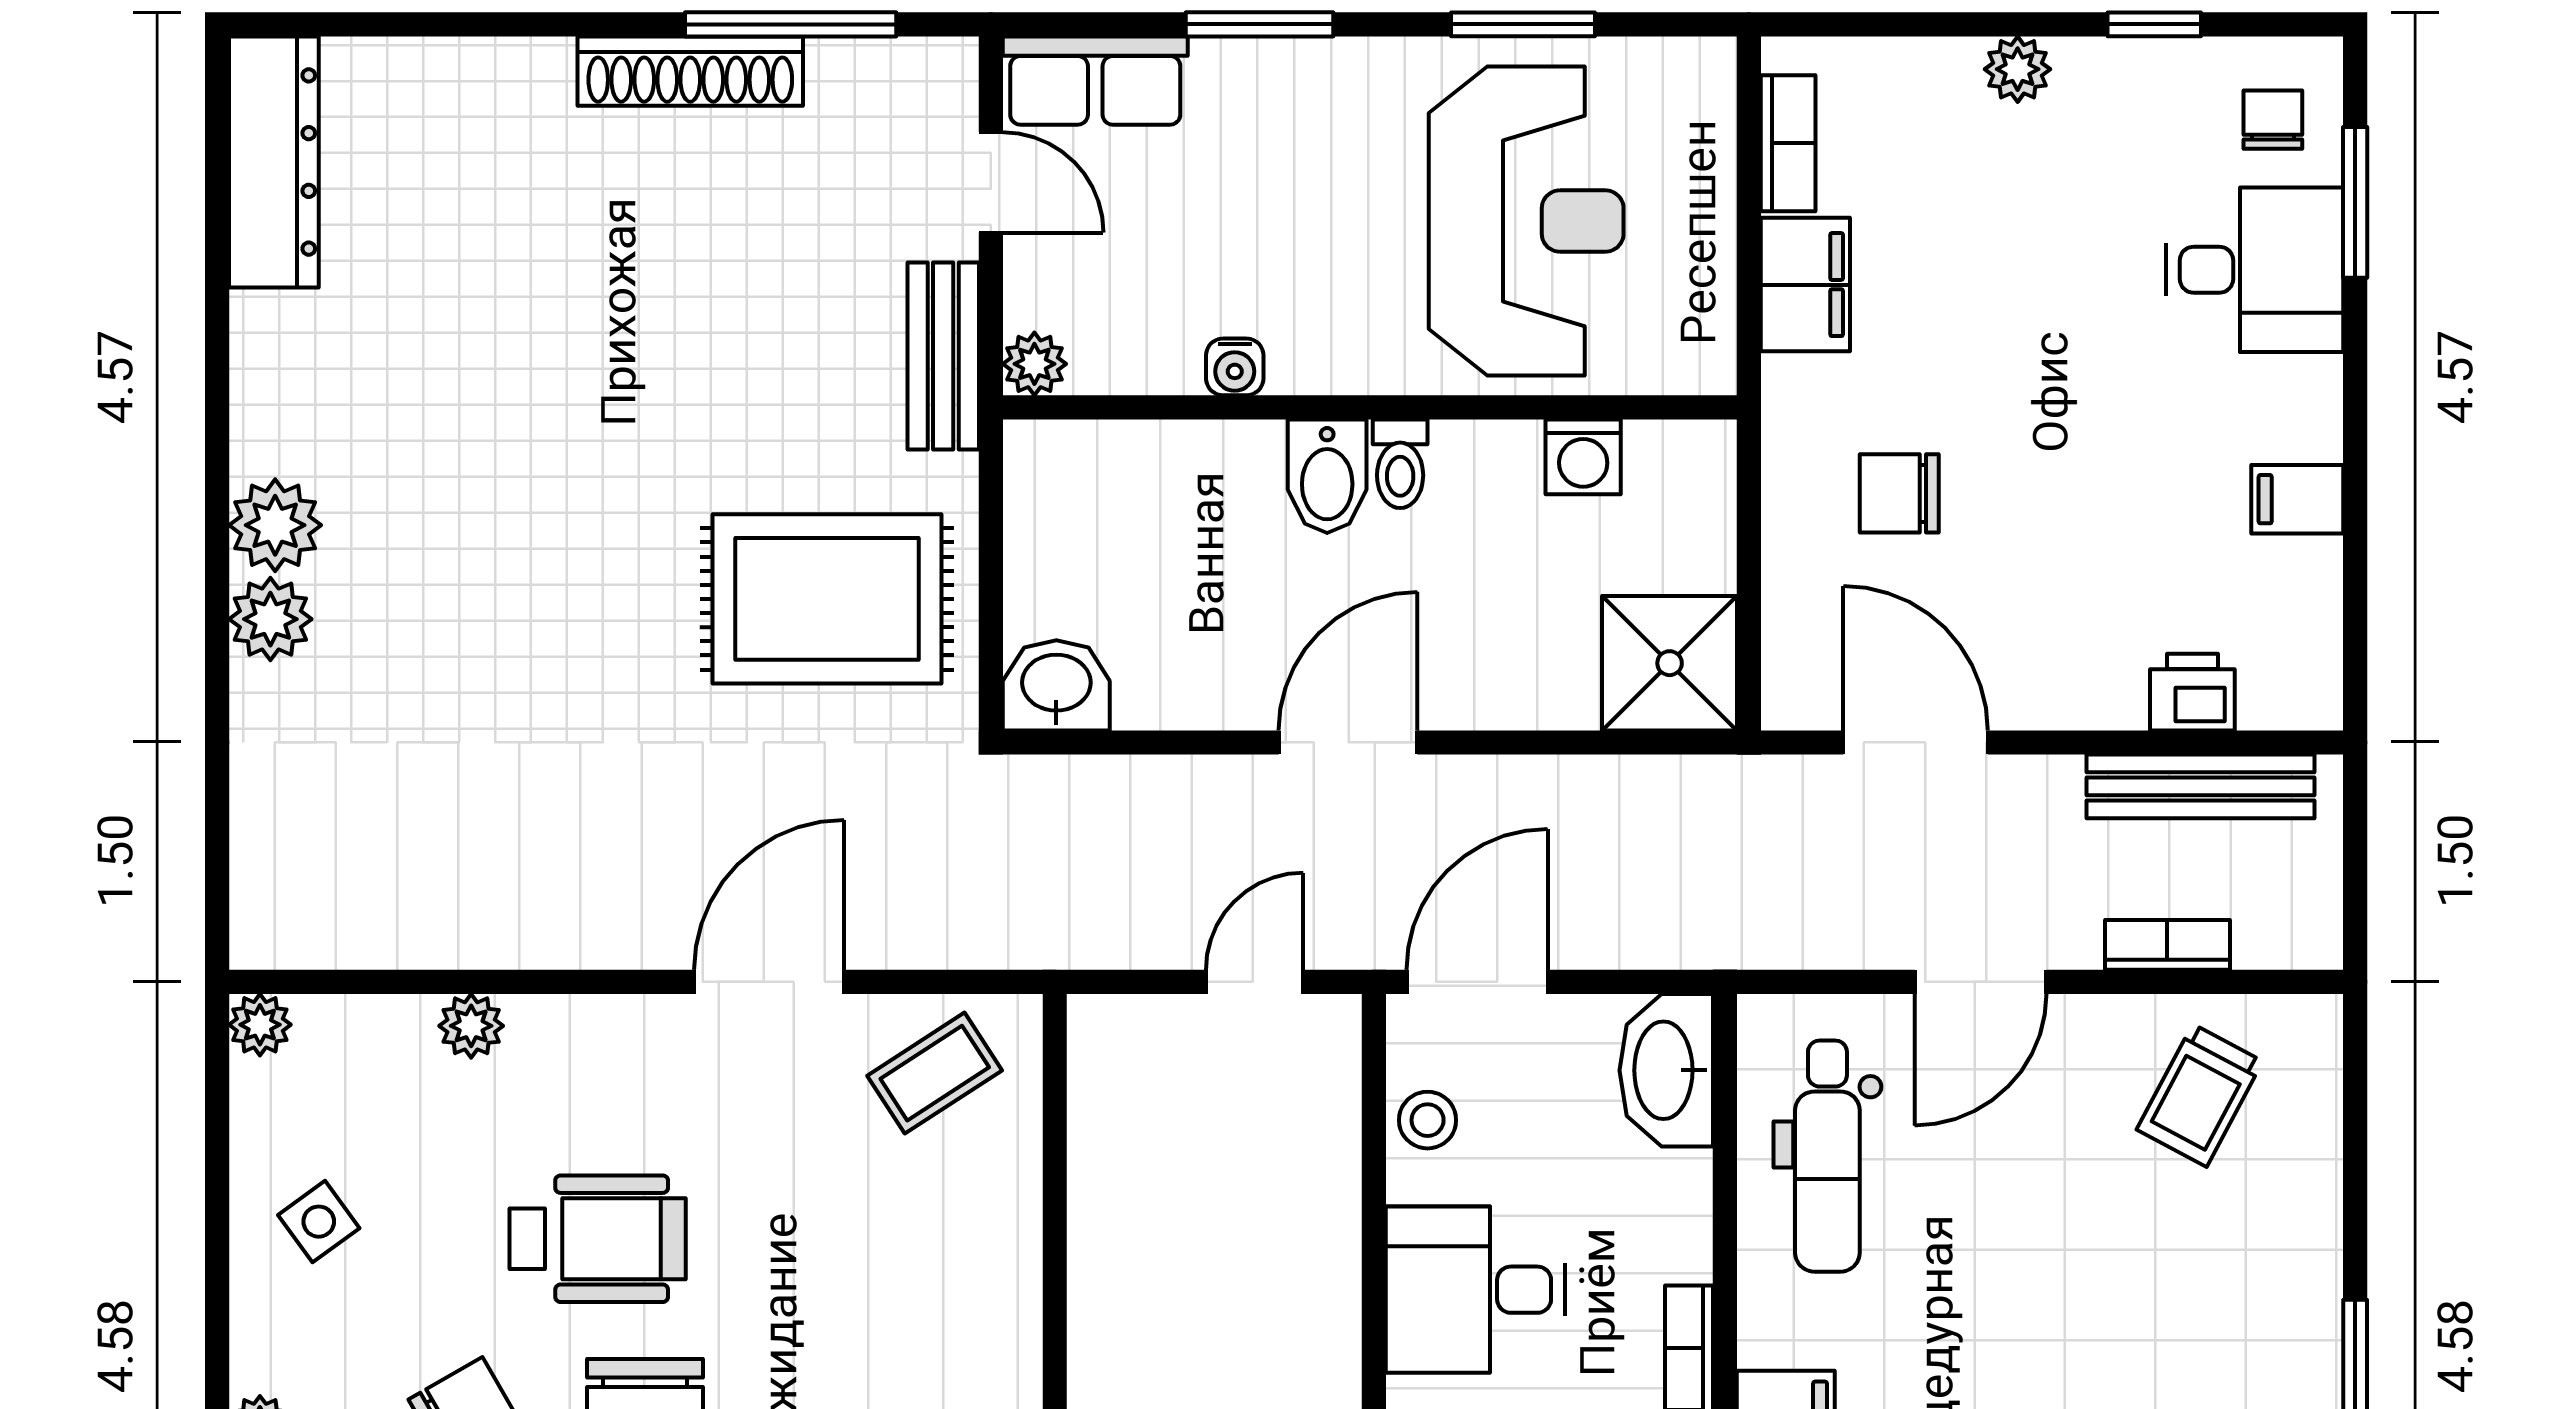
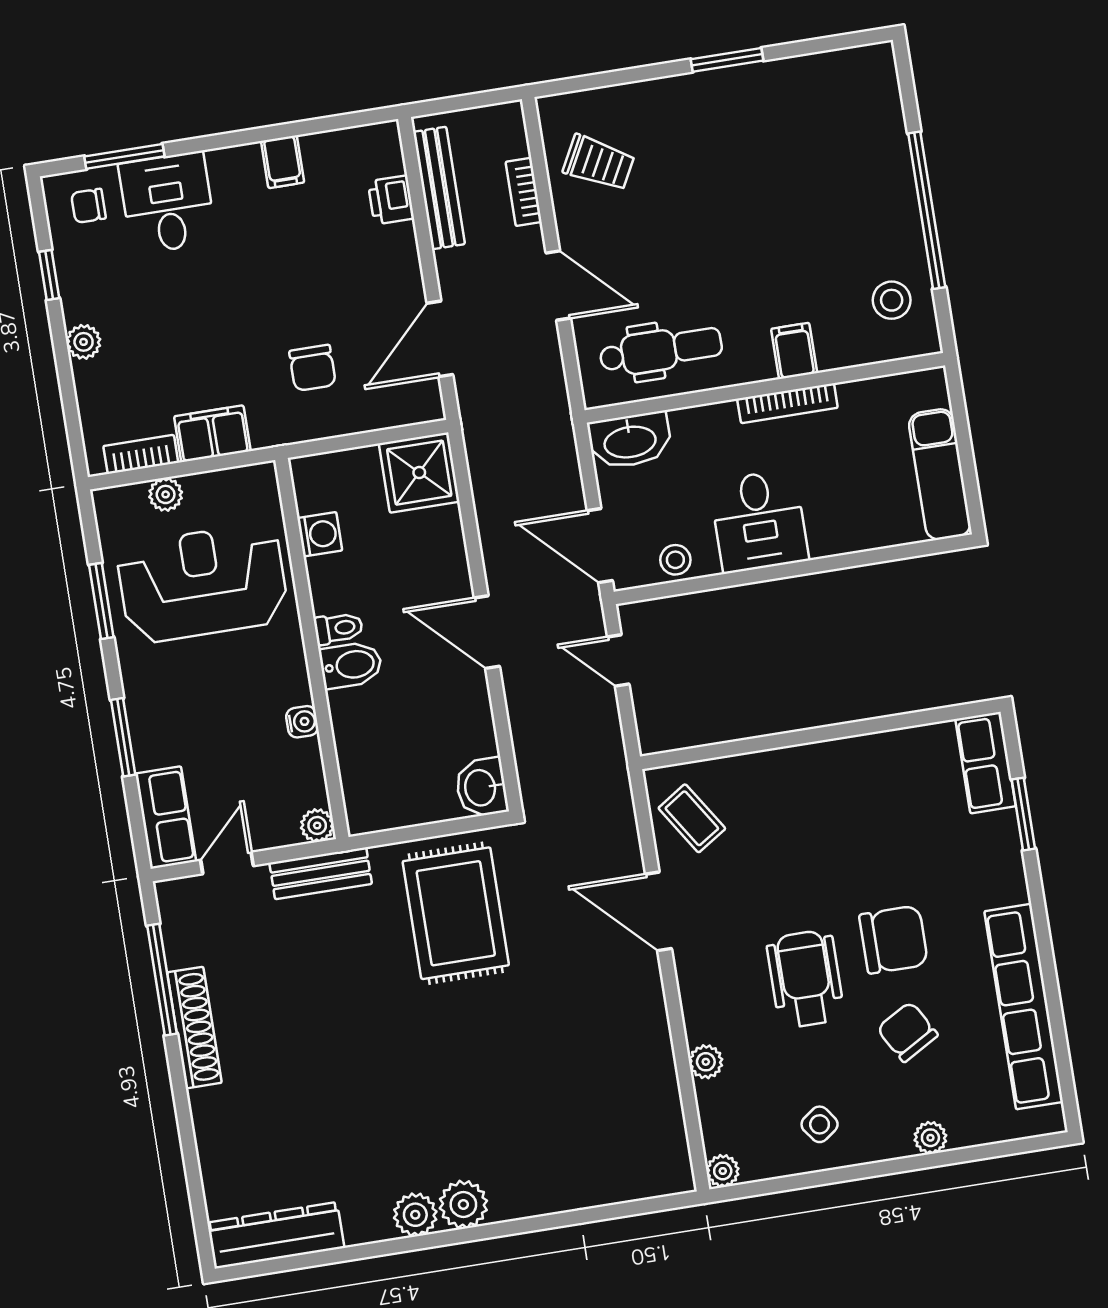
plant: (1705, 178) -> (166, 494), added
plant: (270, 619) -> (415, 1215), moved

